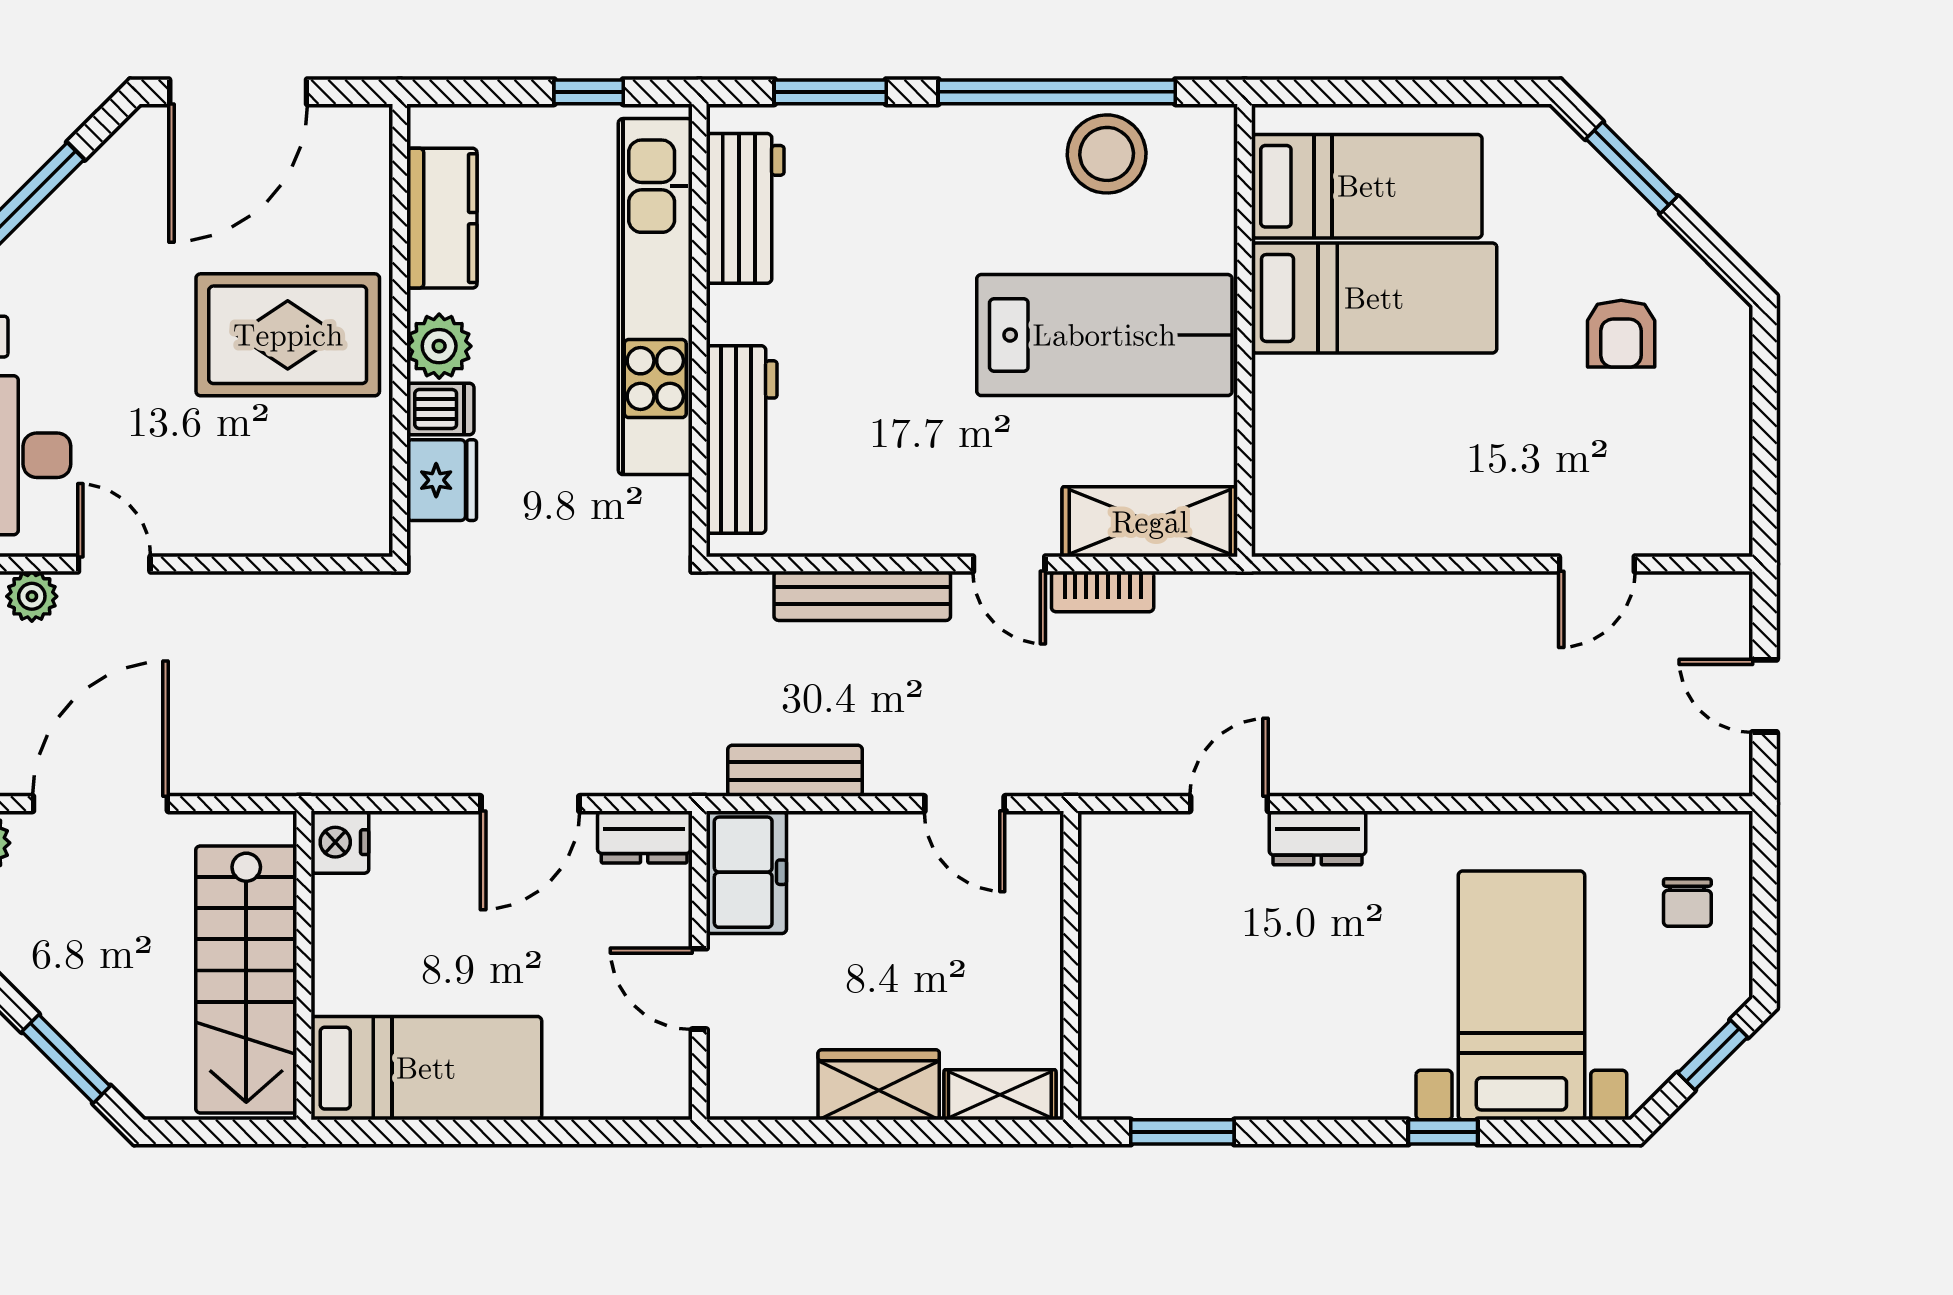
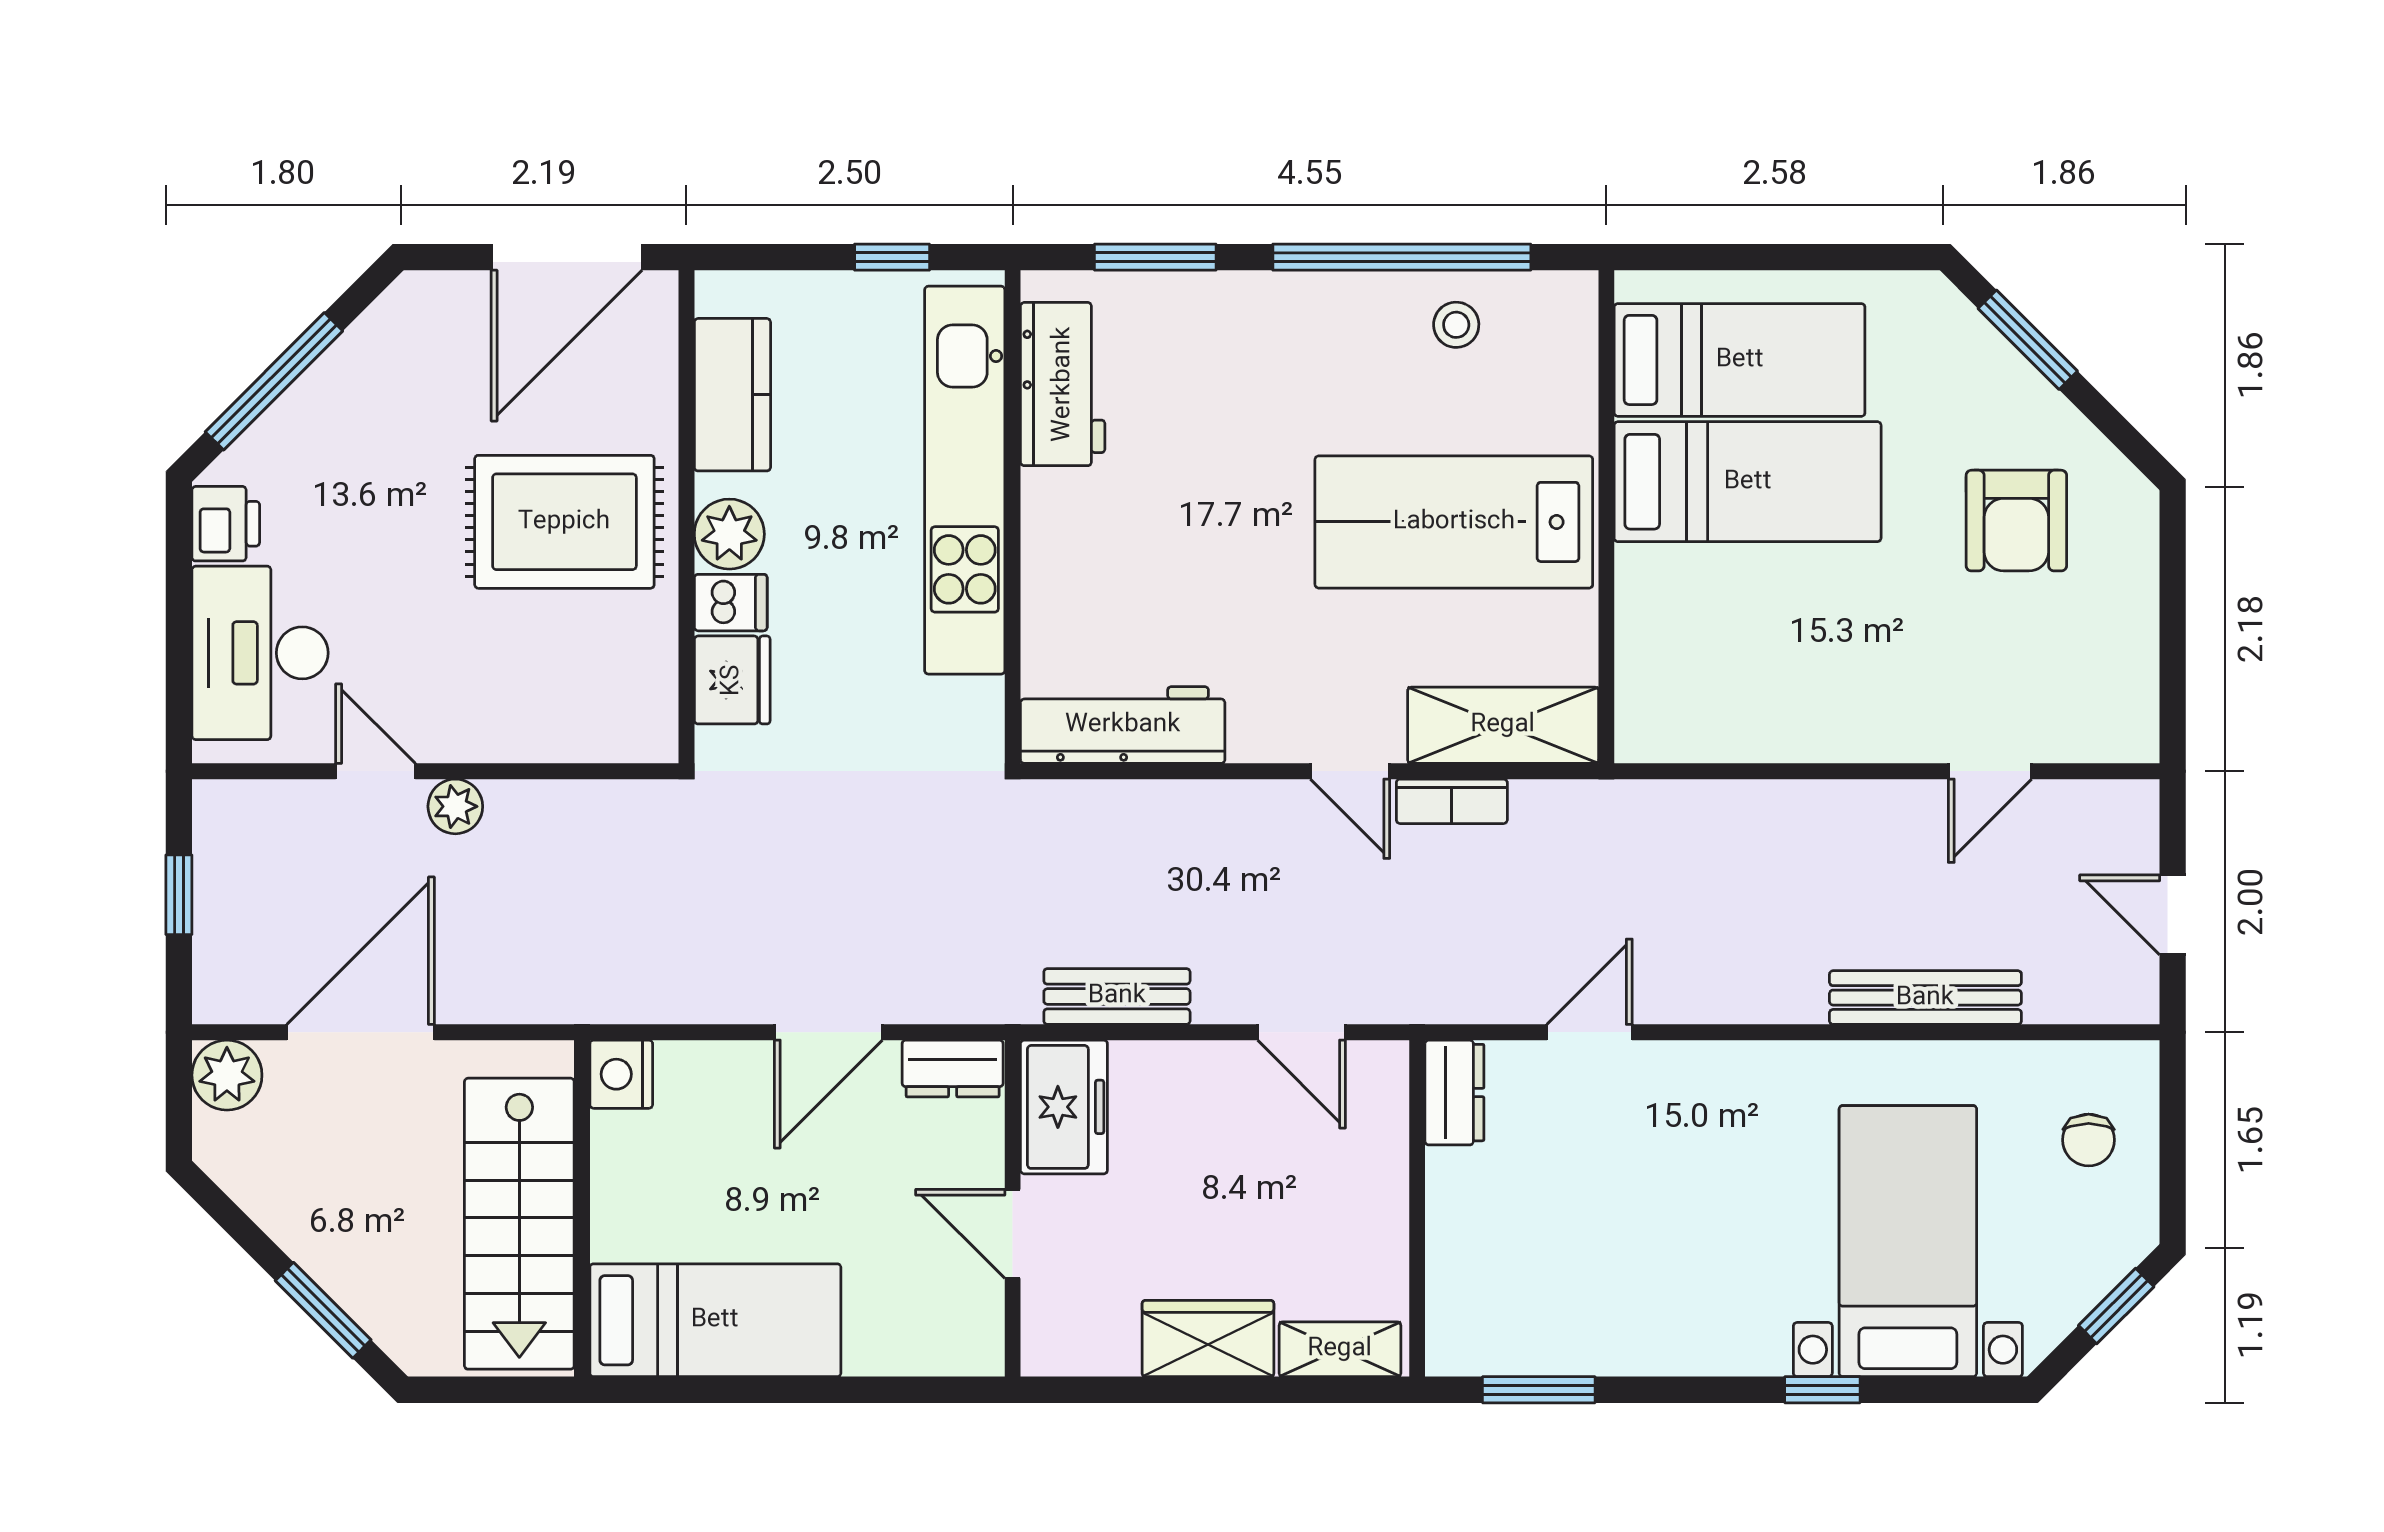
door: (238, 92) -> (567, 257), moved
stool: (1107, 154) -> (1456, 325), width x0.53, depth x0.53
armchair: (1621, 334) -> (2016, 521), width x1.38, depth x1.38
lab bench: (1104, 335) -> (1454, 522), turned 180
workbench: (742, 439) -> (1123, 725), moved, turned -90
plant: (32, 596) -> (455, 806), moved
bench: (862, 596) -> (1925, 998), moved
dresser: (1317, 838) -> (1454, 1093), moved, turned -90

